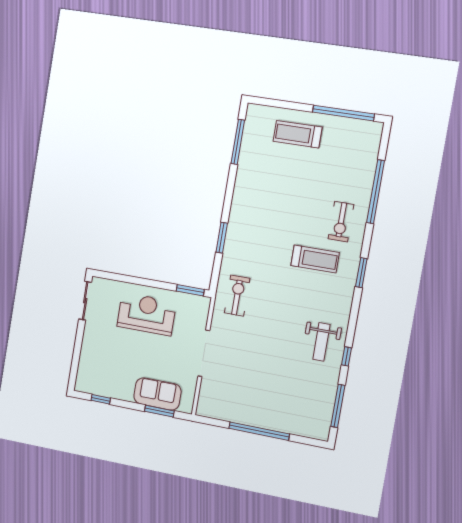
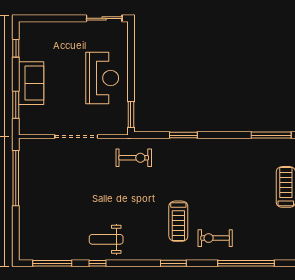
sofa: (157, 394) -> (31, 83), moved
window: (259, 431) -> (16, 178), moved

